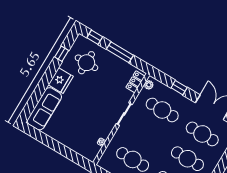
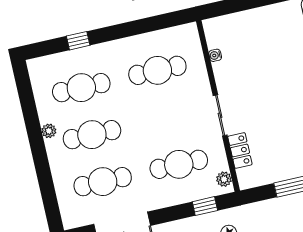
locker: (135, 82) -> (240, 150), moved
window: (179, 88) -> (205, 206), moved

